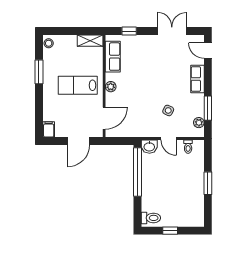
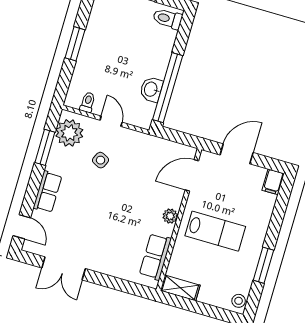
window: (129, 31) -> (123, 285), removed
plant: (199, 123) -> (69, 133), width x1.87, depth x1.87
washbasin: (149, 147) -> (151, 89), moved, turned -90

